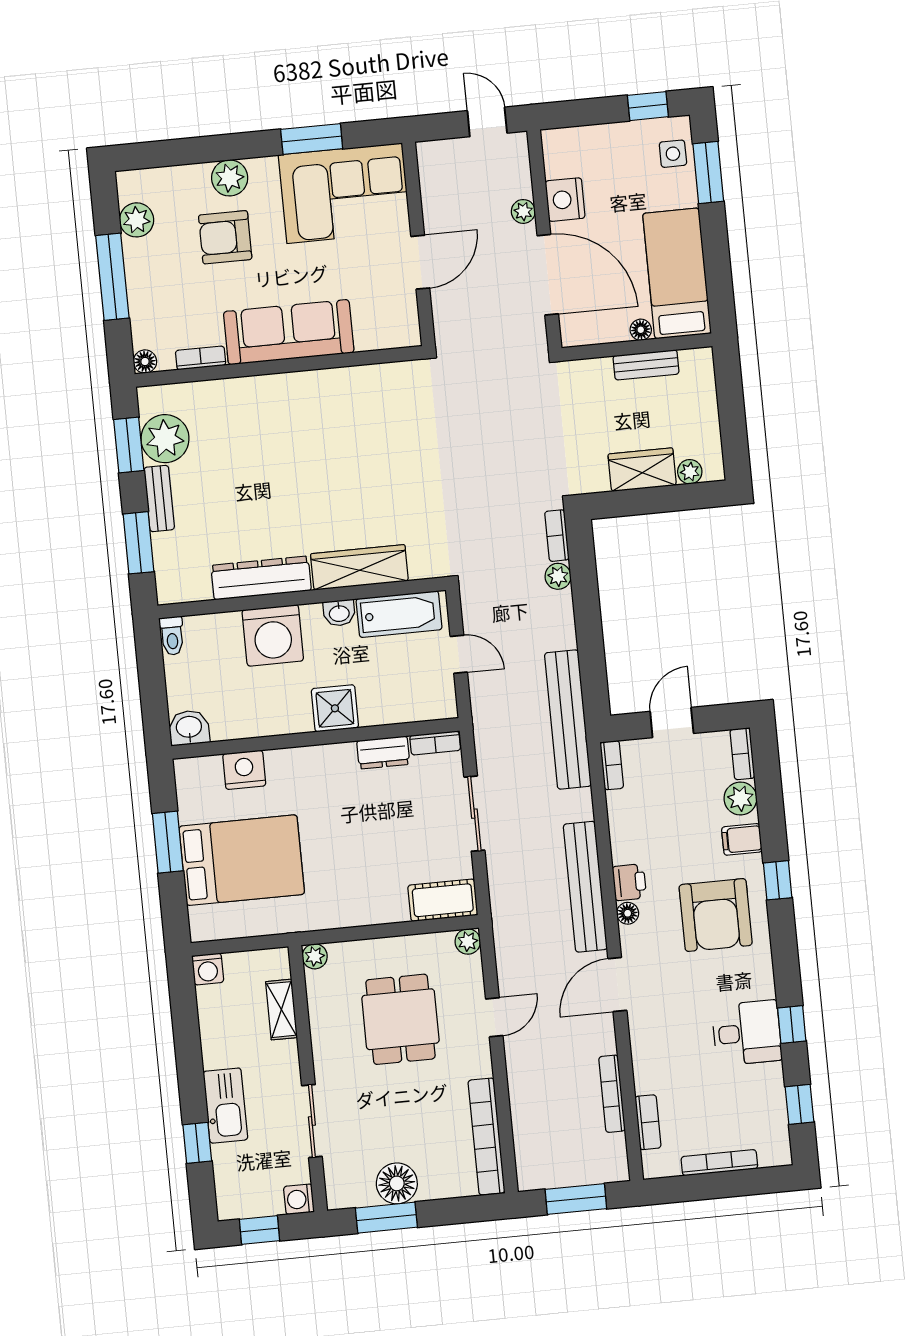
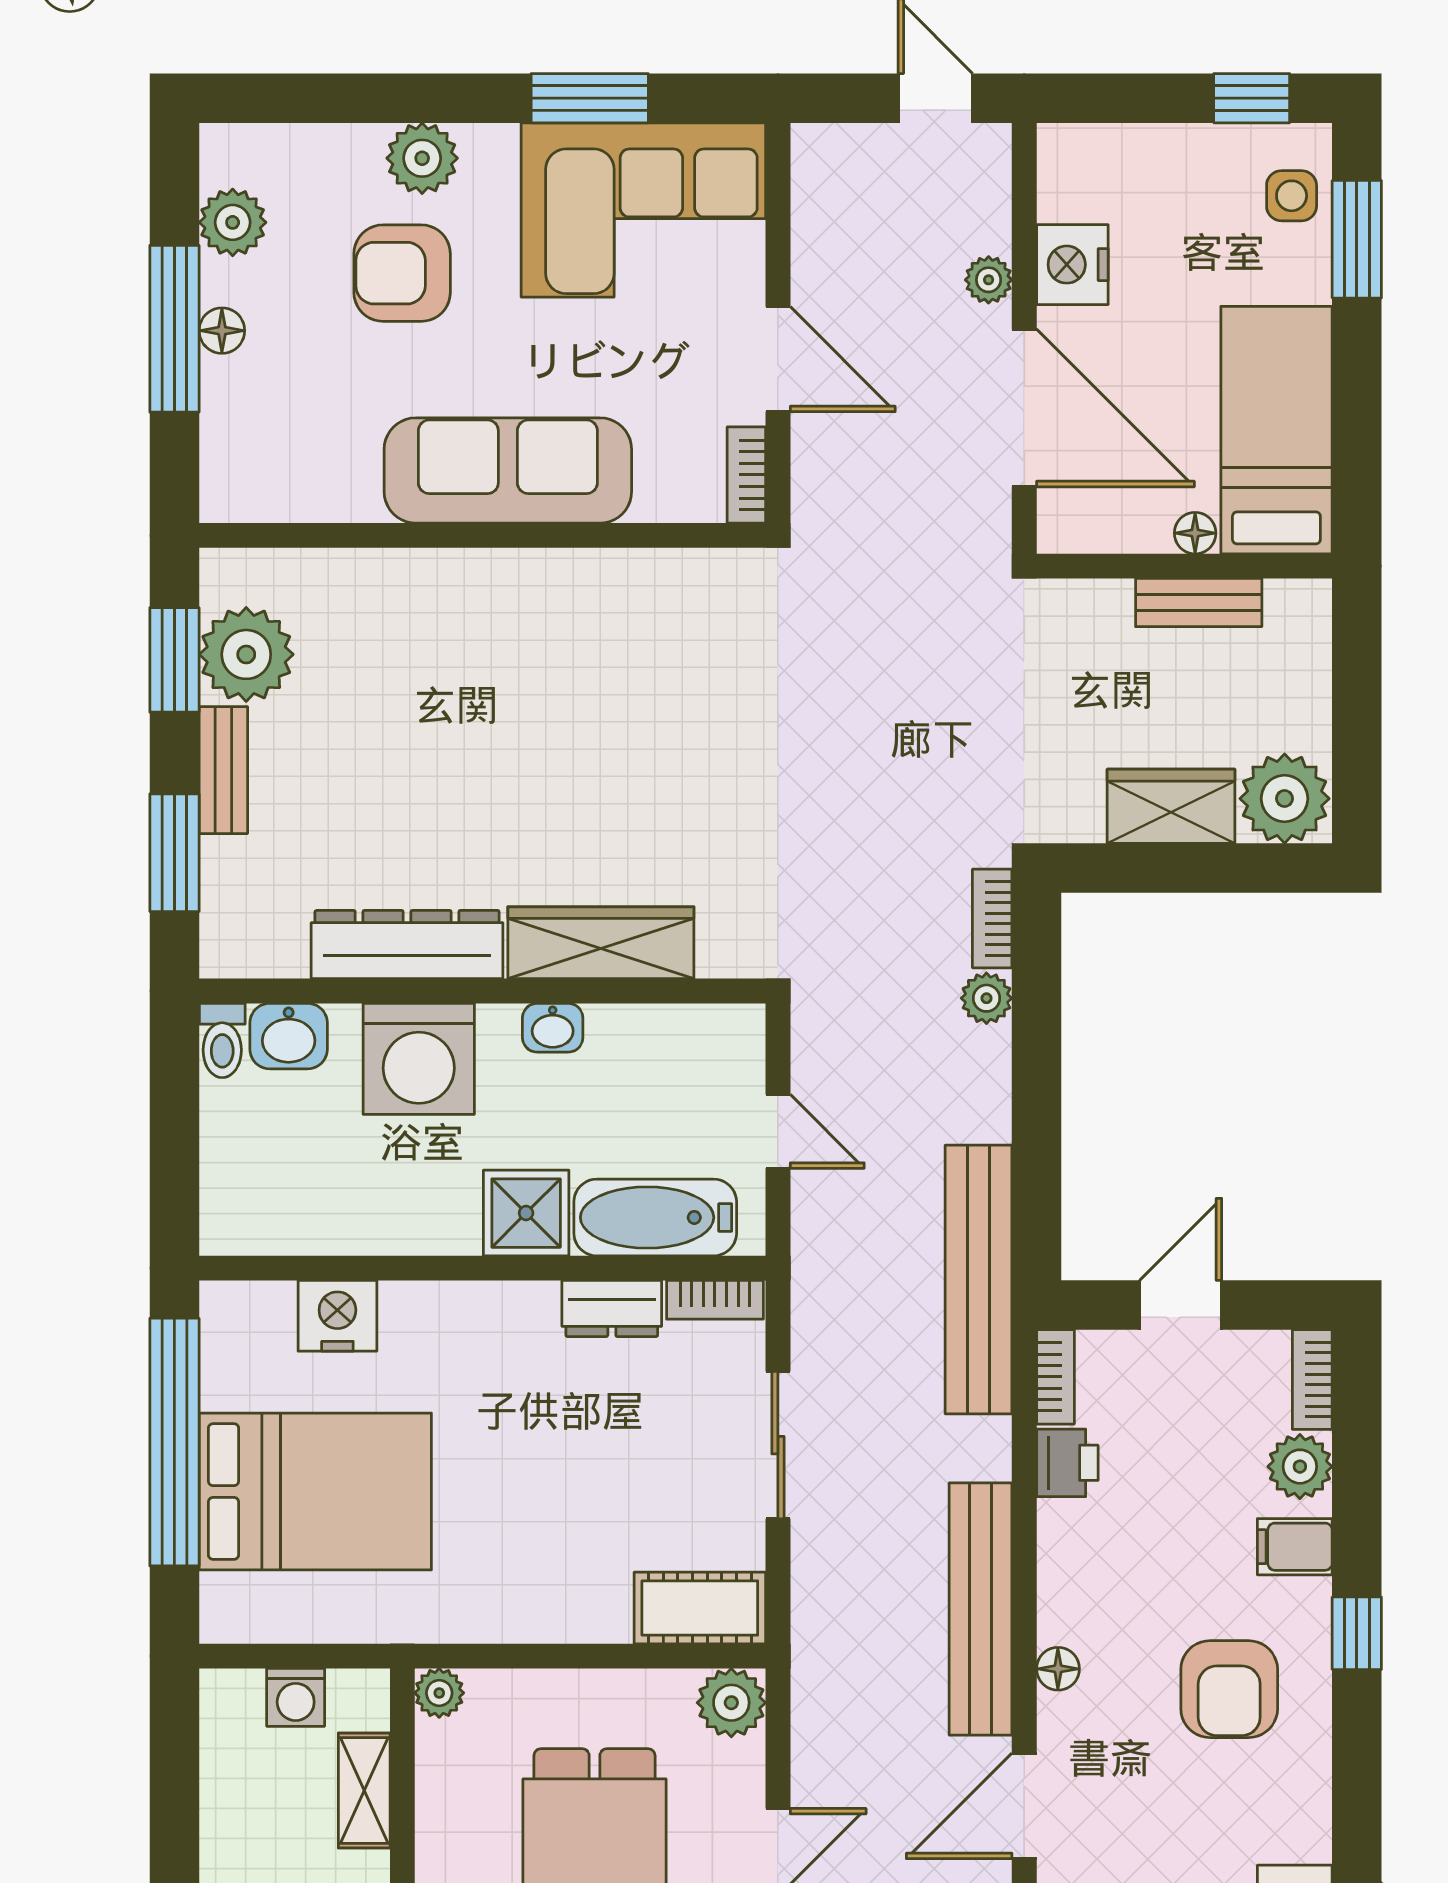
door: (420, 262) -> (778, 359), hinge flipped
bookcase: (201, 358) -> (746, 475), moved, turned -90
floor lamp: (145, 362) -> (222, 331), moved
plant: (690, 472) -> (1285, 799), width x1.88, depth x1.88
bathtub: (399, 614) -> (655, 1217), moved, turned 180
washbasin: (189, 728) -> (289, 1036), moved, turned 180
window: (168, 842) -> (174, 1442), width x2.11
printer: (629, 882) -> (1067, 1463), moved
armchair: (716, 915) -> (1229, 1689), width x0.73, depth x0.73
plant: (468, 941) -> (731, 1703), width x1.38, depth x1.38
washing machine: (208, 969) -> (296, 1697), moved

